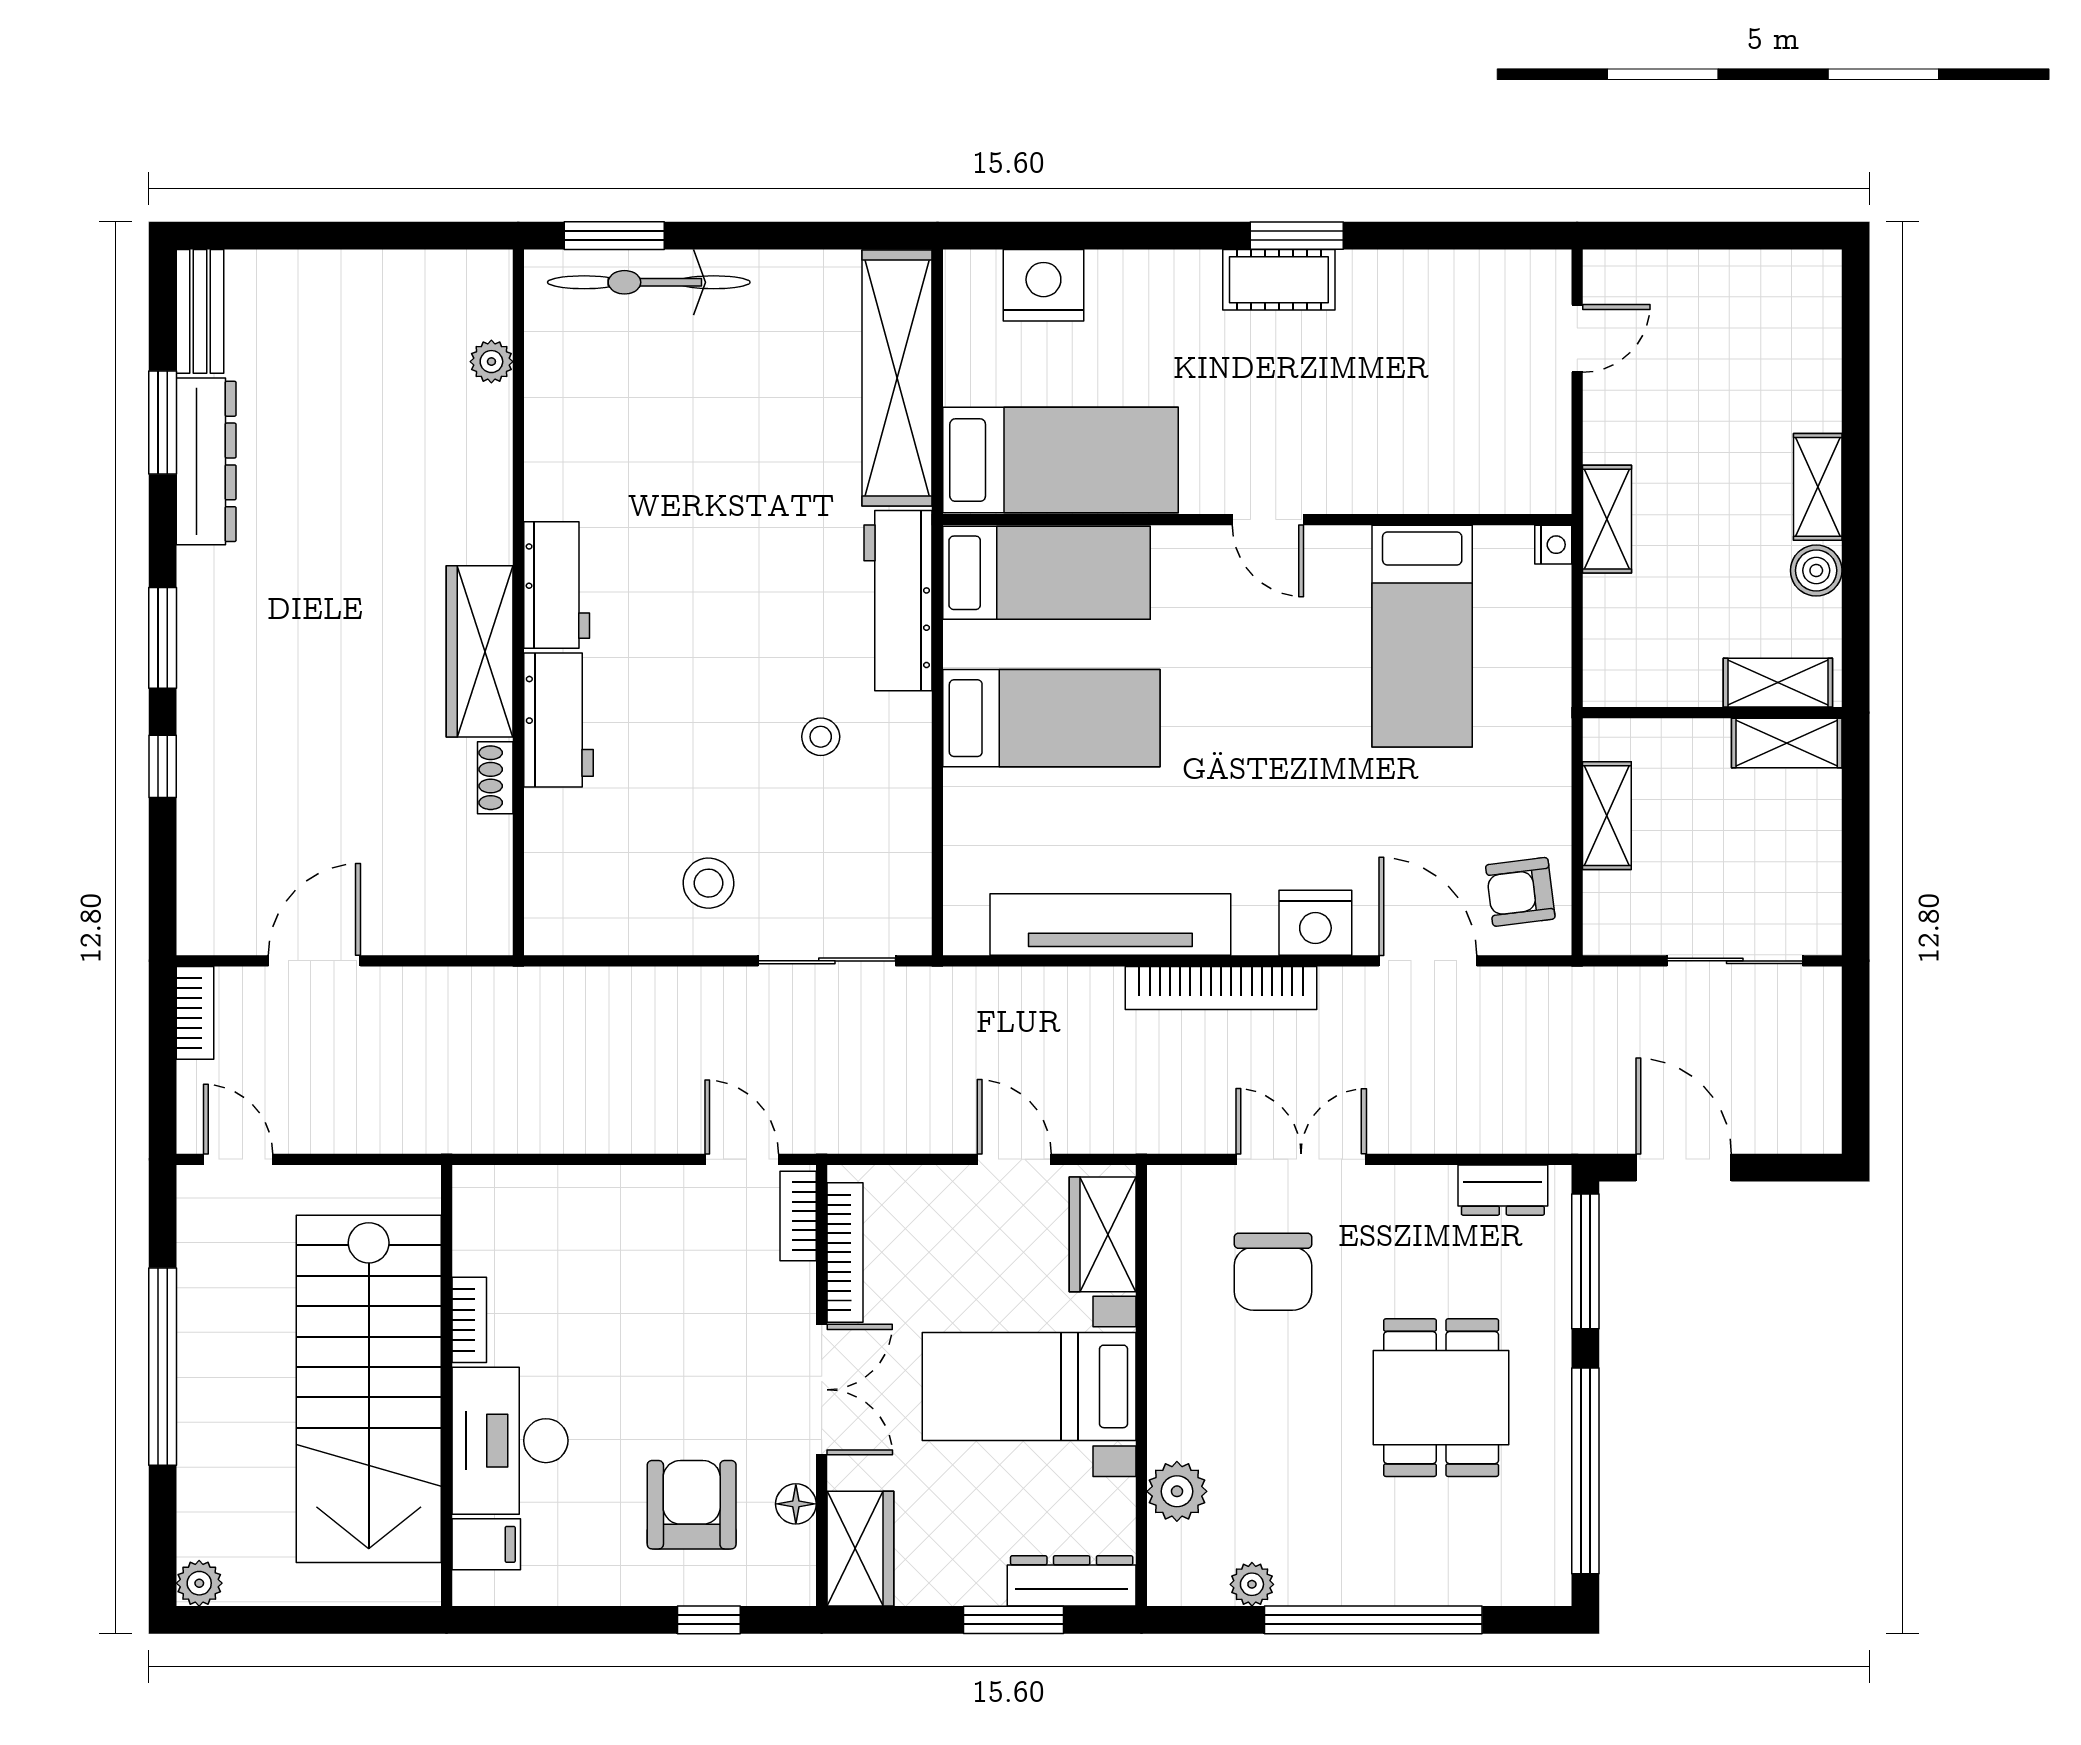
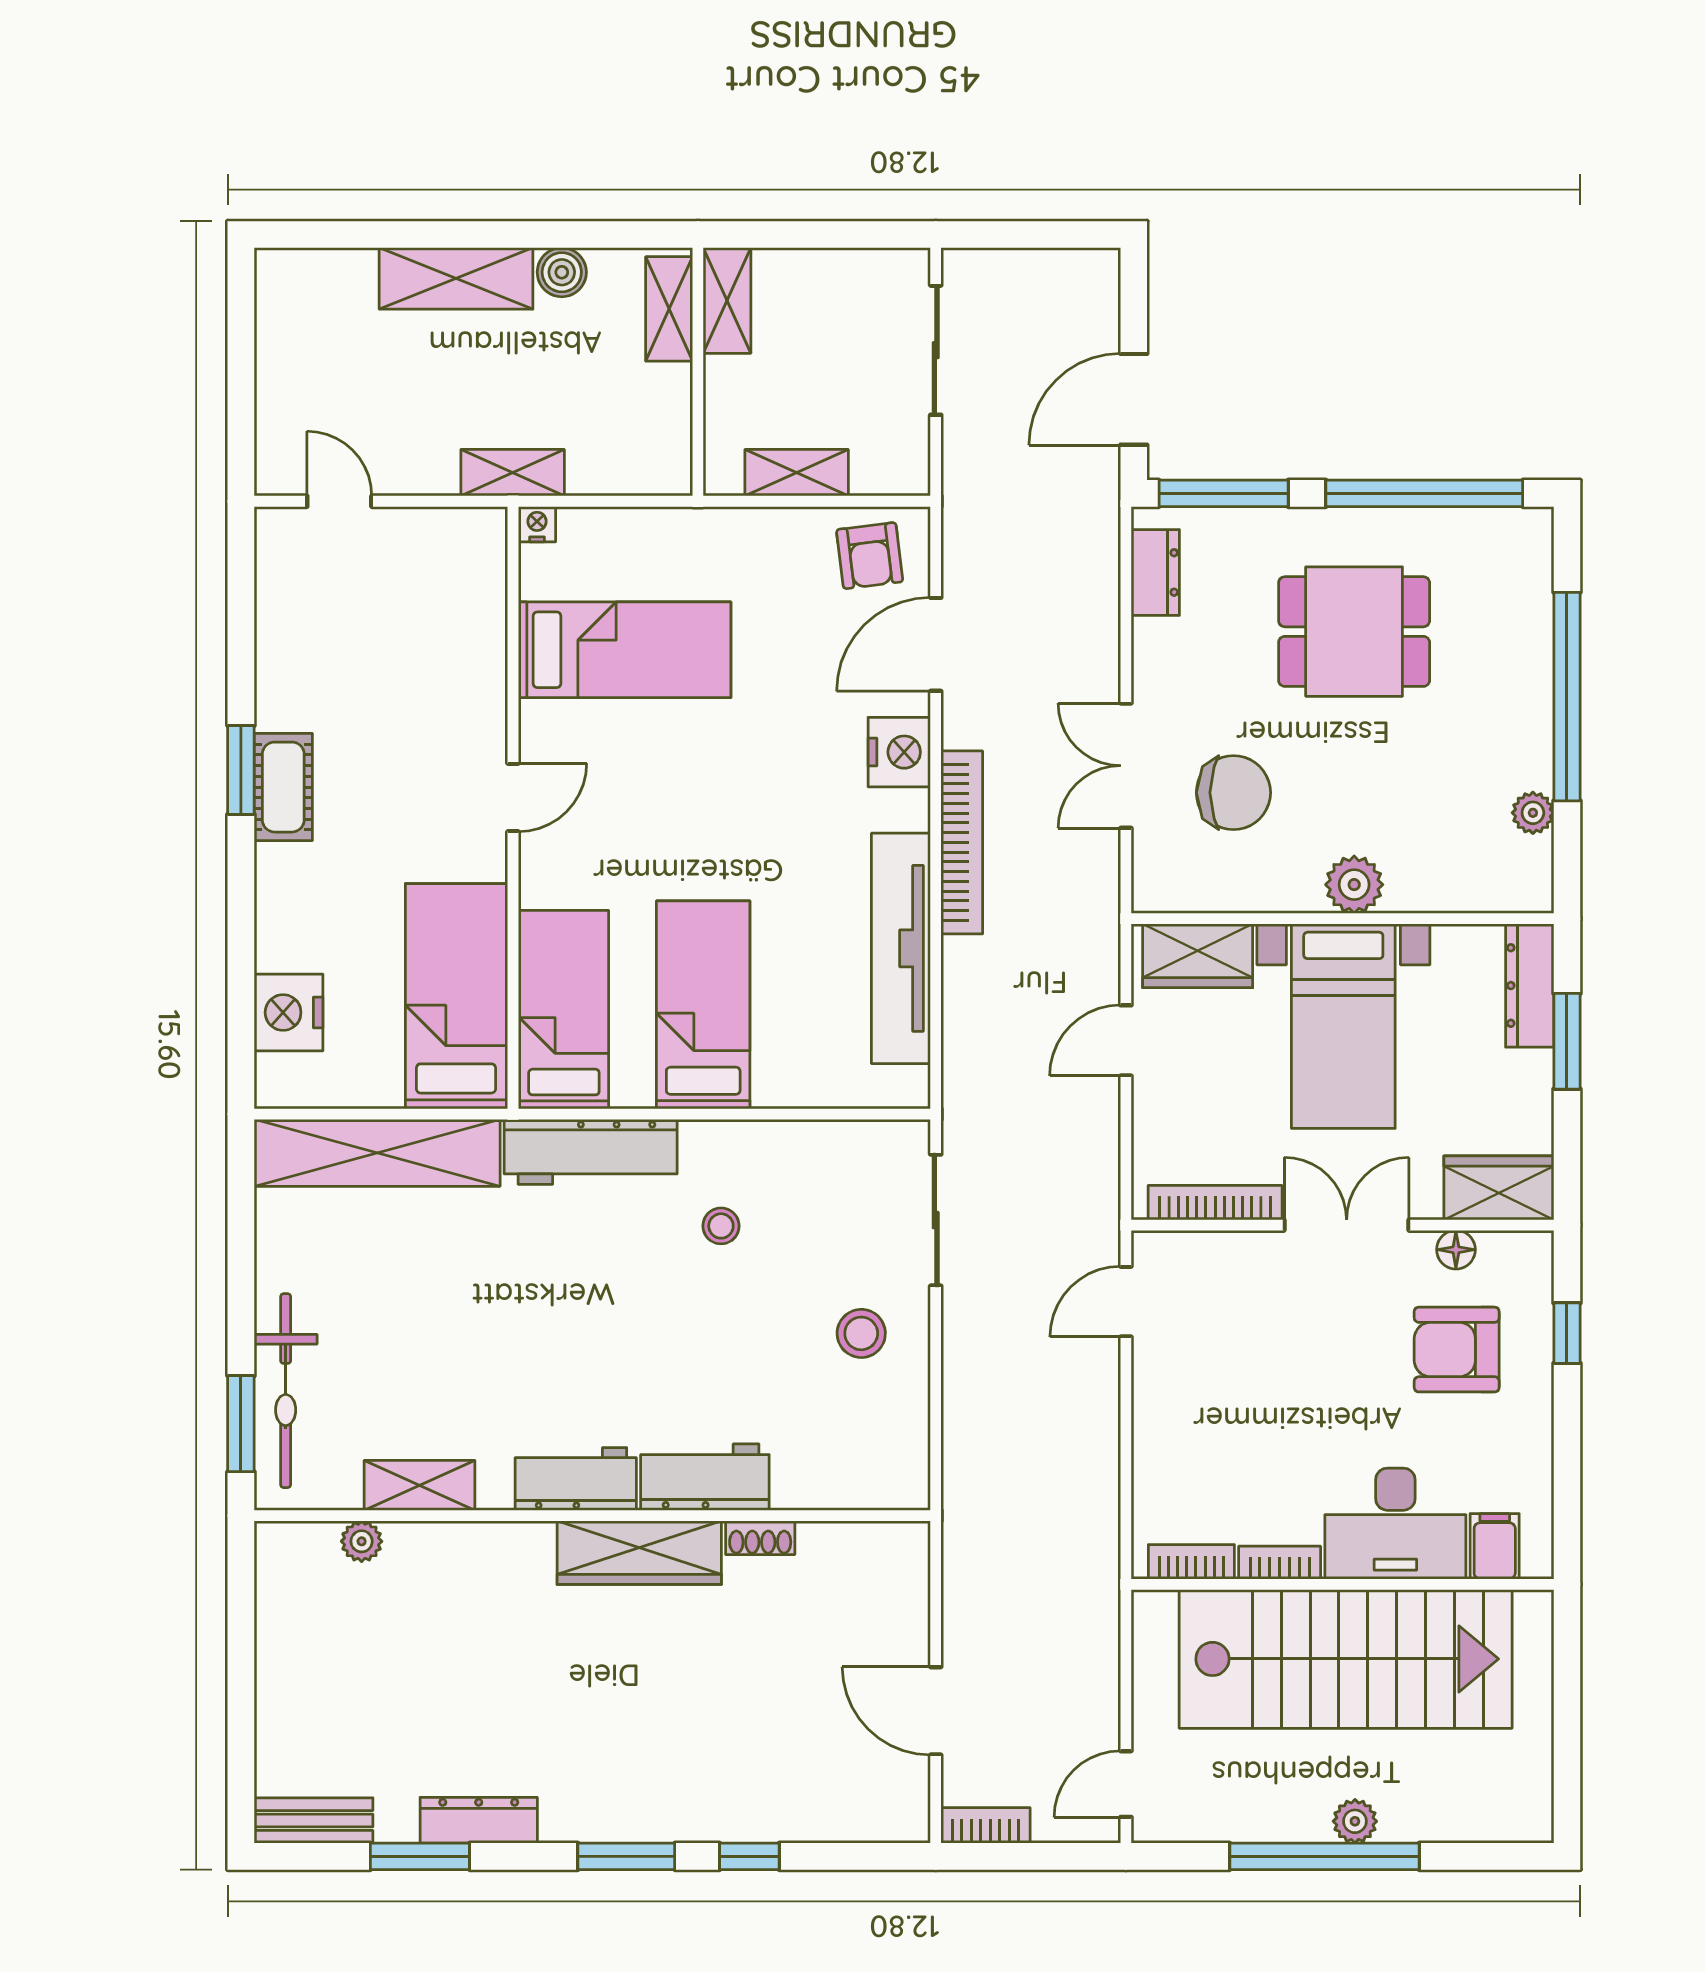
shelving: (550, 422) -> (420, 1485), added
dresser: (206, 461) -> (479, 1820), width x0.73, depth x0.80
shelving: (1818, 487) -> (456, 278), width x1.50, depth x1.33
bookcase: (798, 1216) -> (1191, 1562), moved, turned 180
plant: (1177, 1491) -> (1354, 885), moved
plant: (199, 1583) -> (1355, 1821), moved

